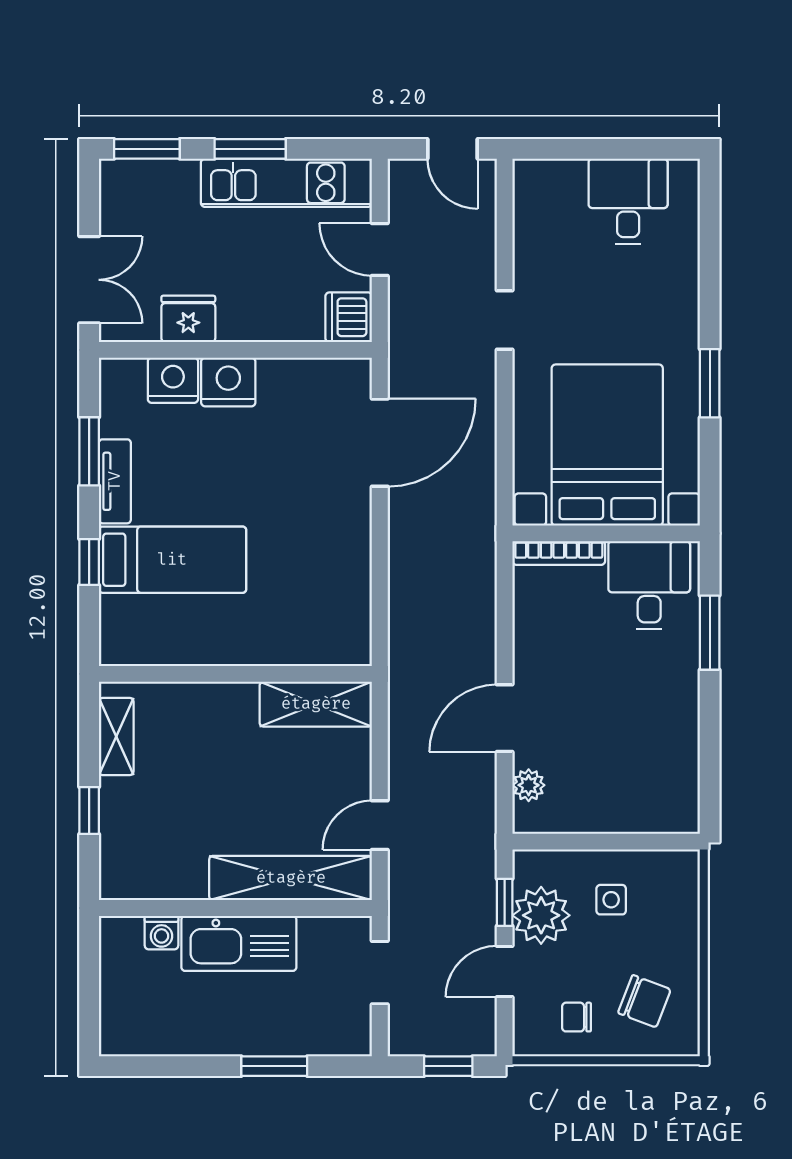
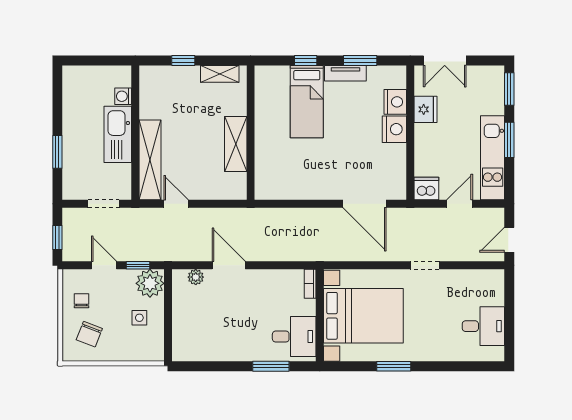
bookcase: (559, 553) -> (310, 284), width x0.64
shelving: (316, 704) -> (236, 144), moved
plant: (541, 915) -> (150, 283), moved

